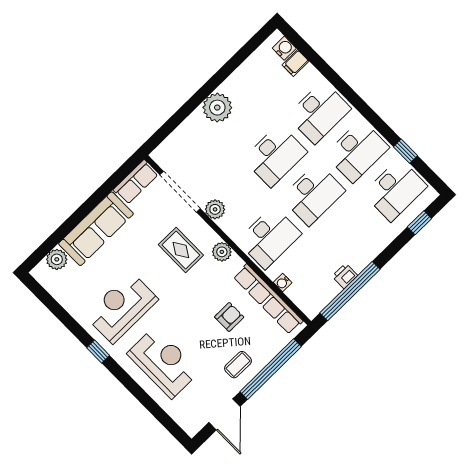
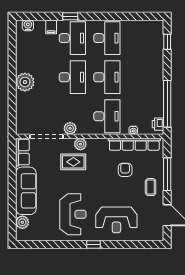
filing cabinet: (295, 63) -> (51, 27), moved
window: (405, 151) -> (70, 16), moved
desk: (395, 190) -> (141, 38), removed
plant: (222, 252) -> (80, 144), moved
printer: (345, 276) -> (158, 124), moved
reception desk: (122, 308) -> (73, 214), turned 180
window: (98, 352) -> (94, 245), moved
reception desk: (163, 362) -> (116, 220), turned 180
window: (271, 369) -> (167, 174), width x0.68

